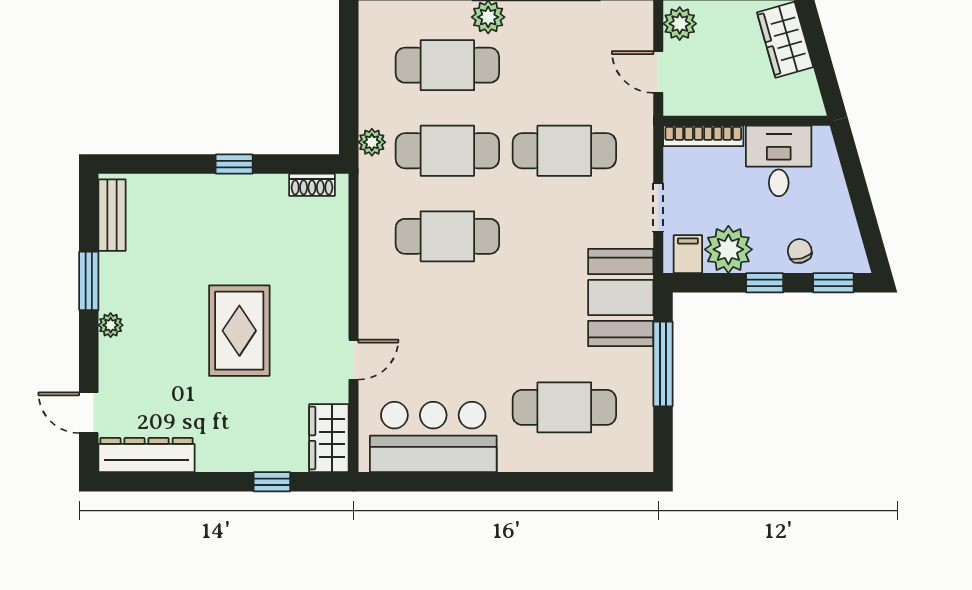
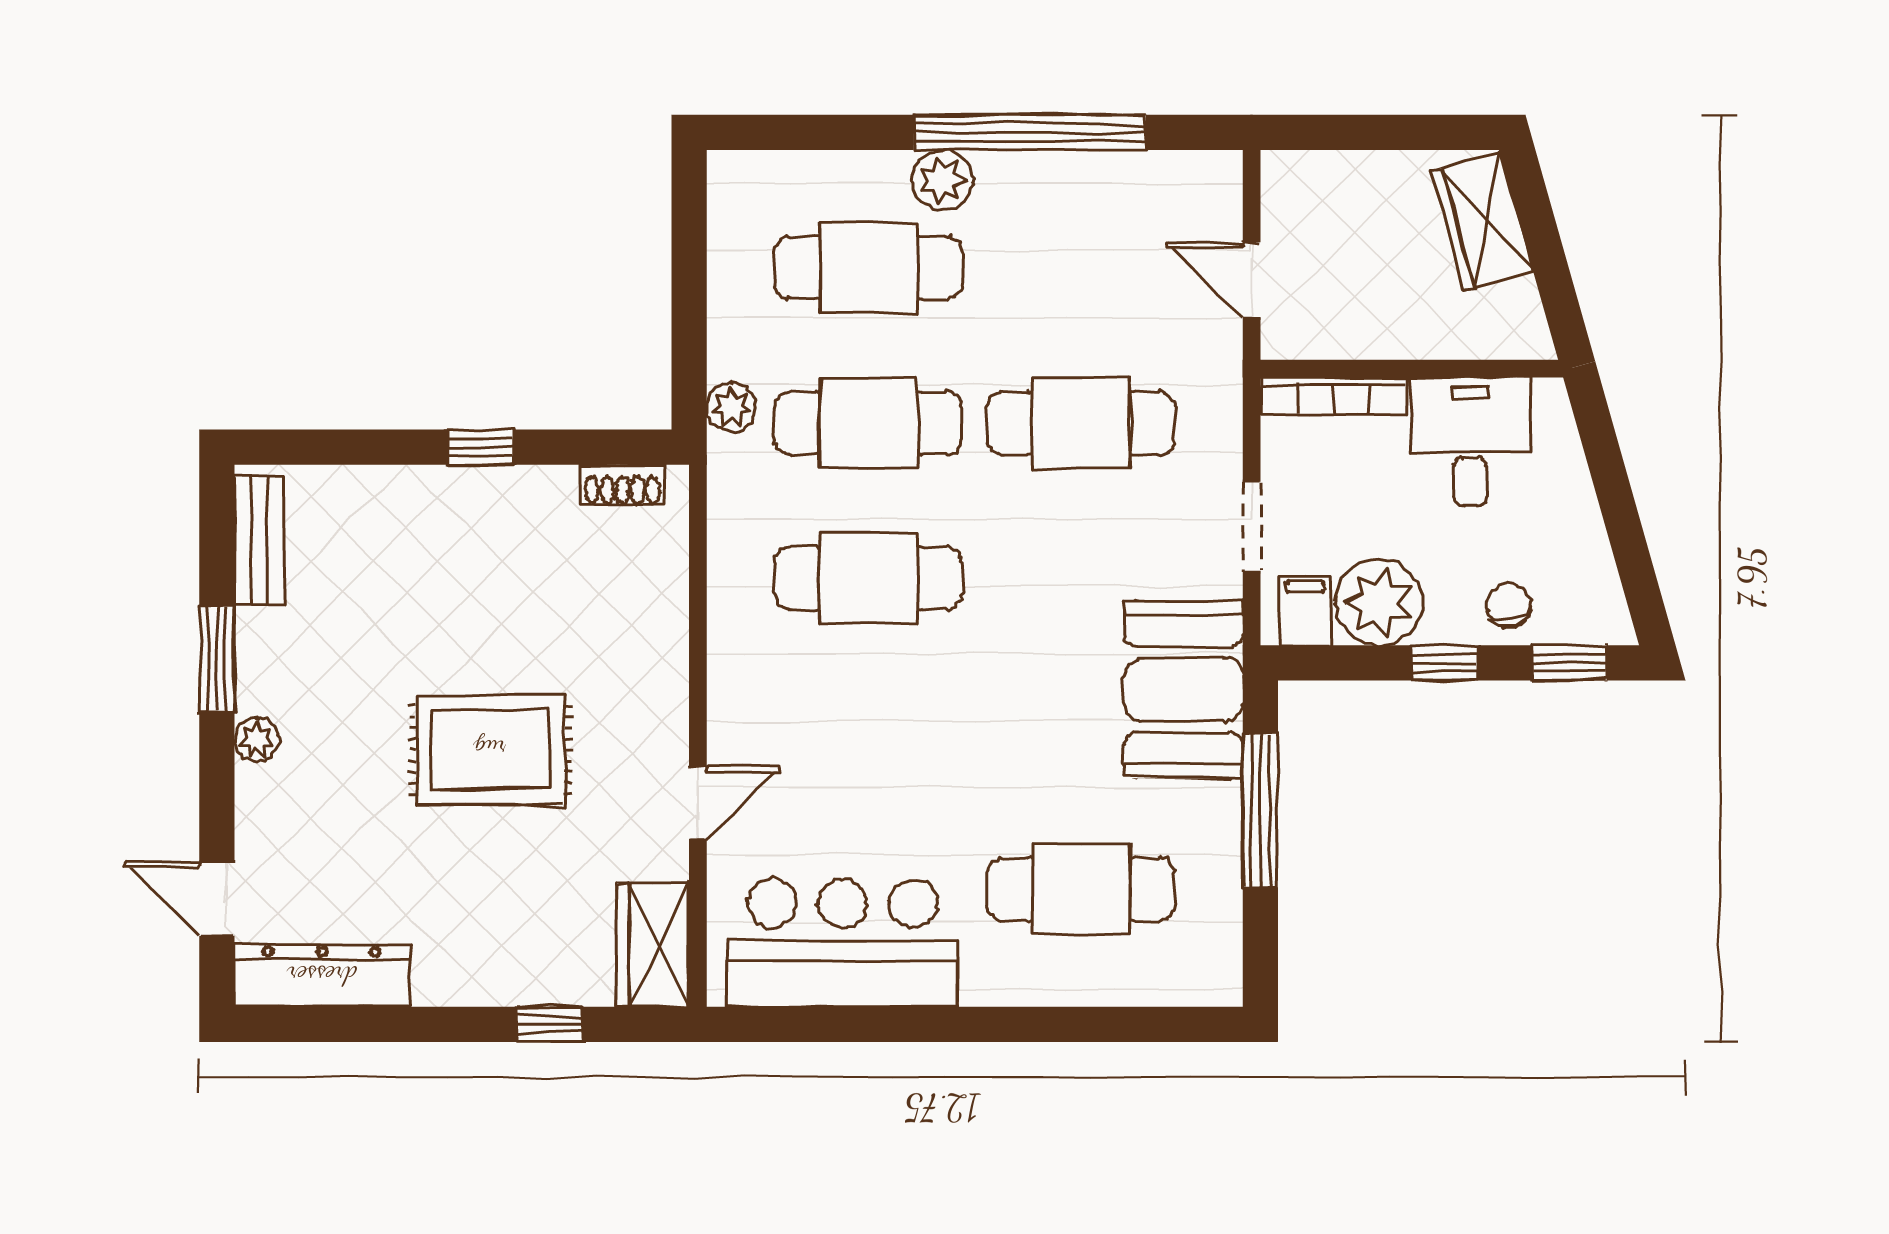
plant: (680, 24) -> (1291, 192), removed
rug: (239, 331) -> (490, 750), turned 90

